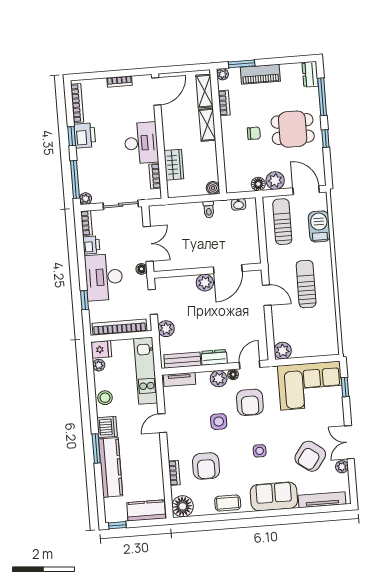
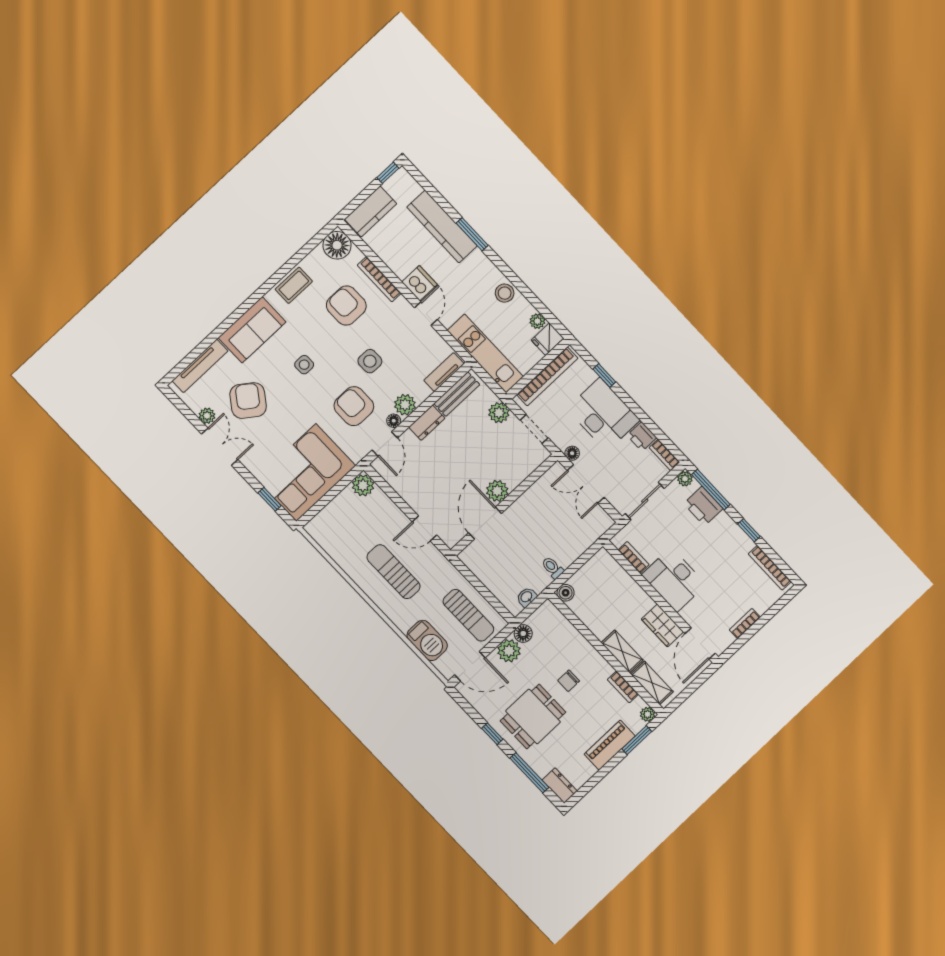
printer: (85, 135) -> (703, 506), moved
wardrobe: (174, 165) -> (662, 626), moved
sun lounger: (306, 284) -> (394, 572), turned 180
dishwasher: (107, 427) -> (420, 283), moved, turned 180
bookcase: (174, 473) -> (379, 279), width x1.56

